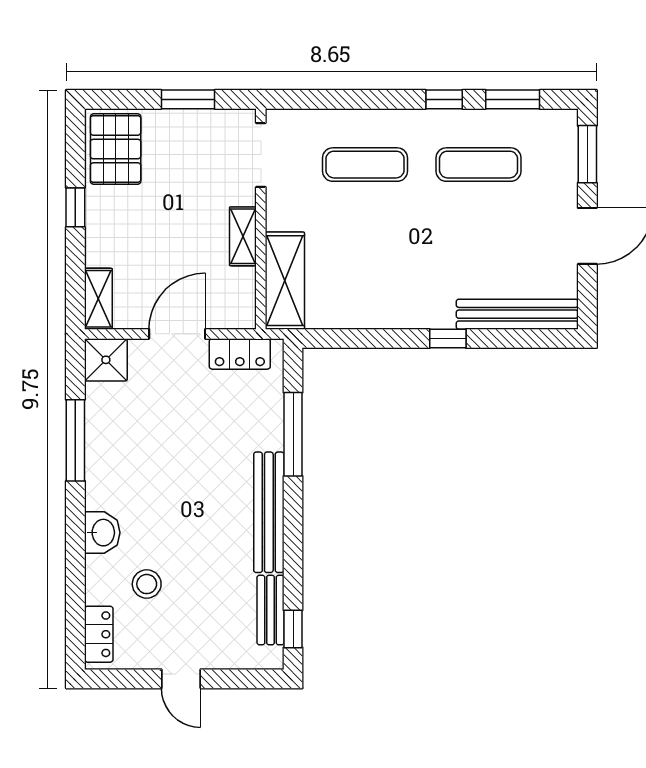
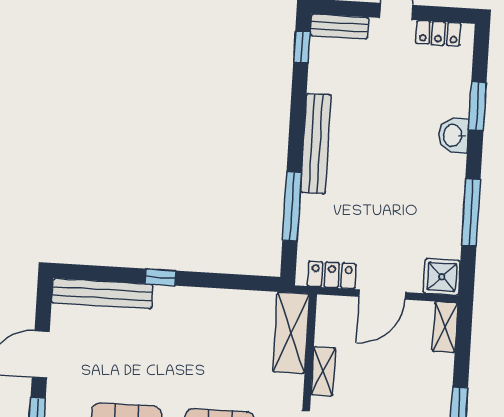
window: (75, 570) -> (477, 106), added
stool: (147, 584) -> (420, 91), removed
bench: (271, 610) -> (339, 26), moved, turned 90
locker: (99, 634) -> (438, 33), moved, turned -90

